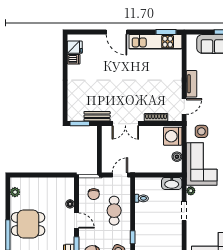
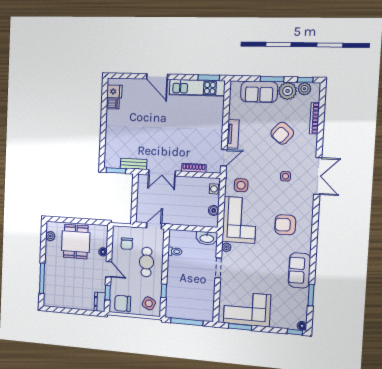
washing machine: (173, 136) -> (215, 189), width x0.53, depth x0.53
dining table: (28, 224) -> (76, 242), moved, turned 90

